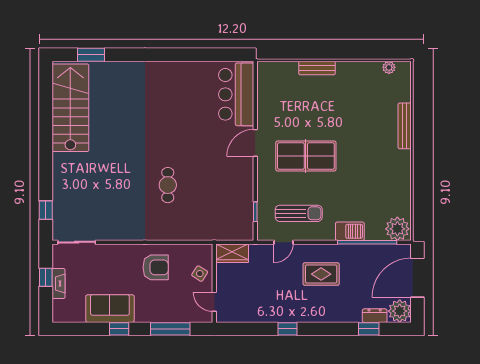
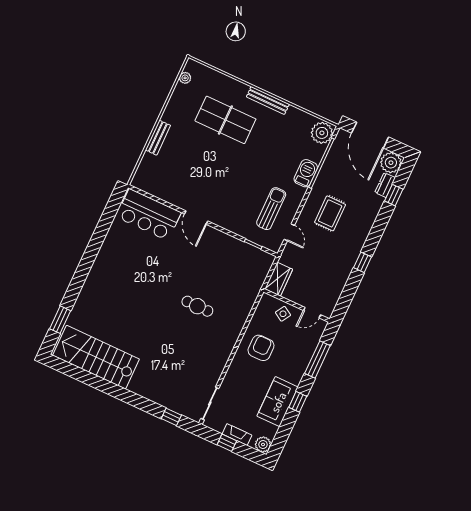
bench: (405, 126) -> (268, 100), moved
table tennis table: (306, 156) -> (225, 120), moved, turned 90
plant: (61, 314) -> (263, 445), added

